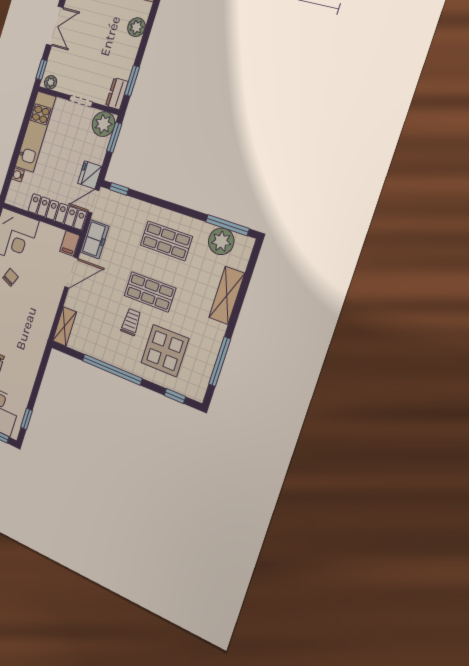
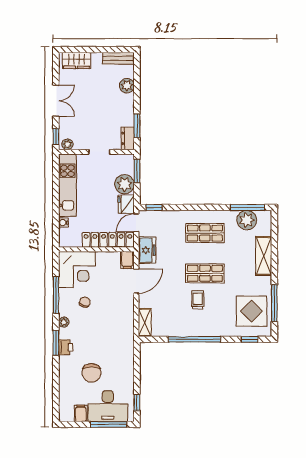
plant: (103, 124) -> (124, 184), moved
display table: (165, 351) -> (251, 311), moved

